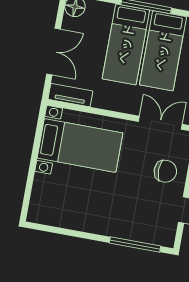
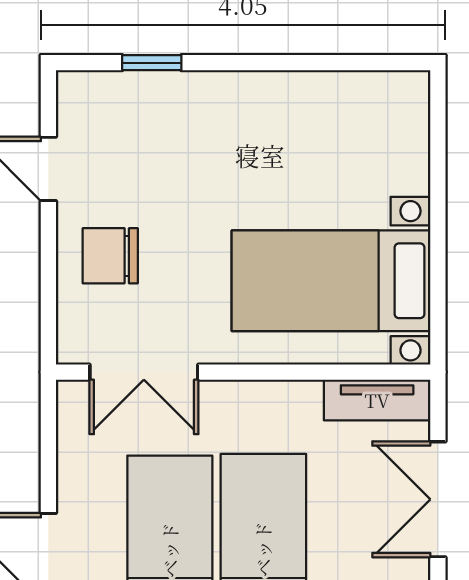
window: (135, 244) -> (152, 63), width x0.46

